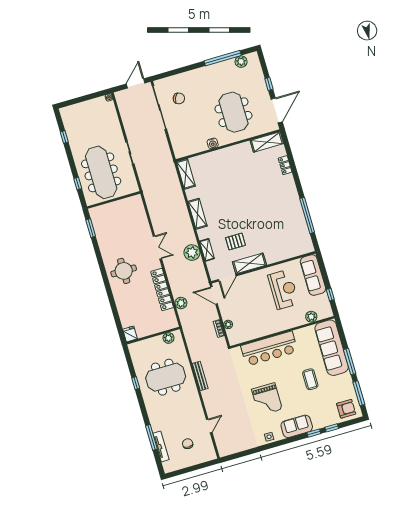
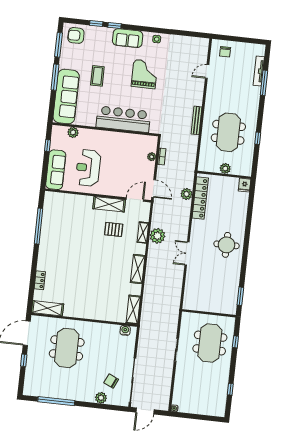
plant: (241, 62) -> (101, 398), moved
water cooler: (213, 143) -> (125, 330), moved
meeting table: (101, 172) -> (210, 343), width x0.73
locker: (162, 289) -> (200, 198), moved
plant: (168, 338) -> (225, 168), moved
meeting table: (166, 377) -> (228, 132), turned 90
chair: (188, 444) -> (225, 52), moved

